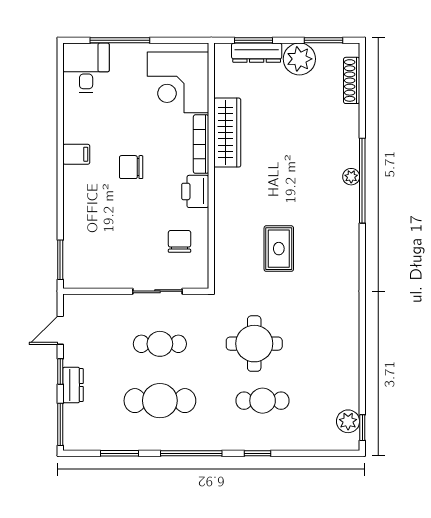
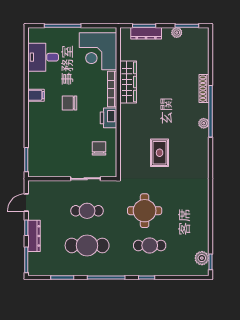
plant: (299, 59) -> (177, 33), width x0.53, depth x0.53
desk: (86, 68) -> (43, 57), moved, turned -90
shoe rack: (352, 80) -> (204, 89), moved
plant: (351, 177) -> (204, 123), moved
dresser: (73, 385) -> (34, 236), width x1.44

